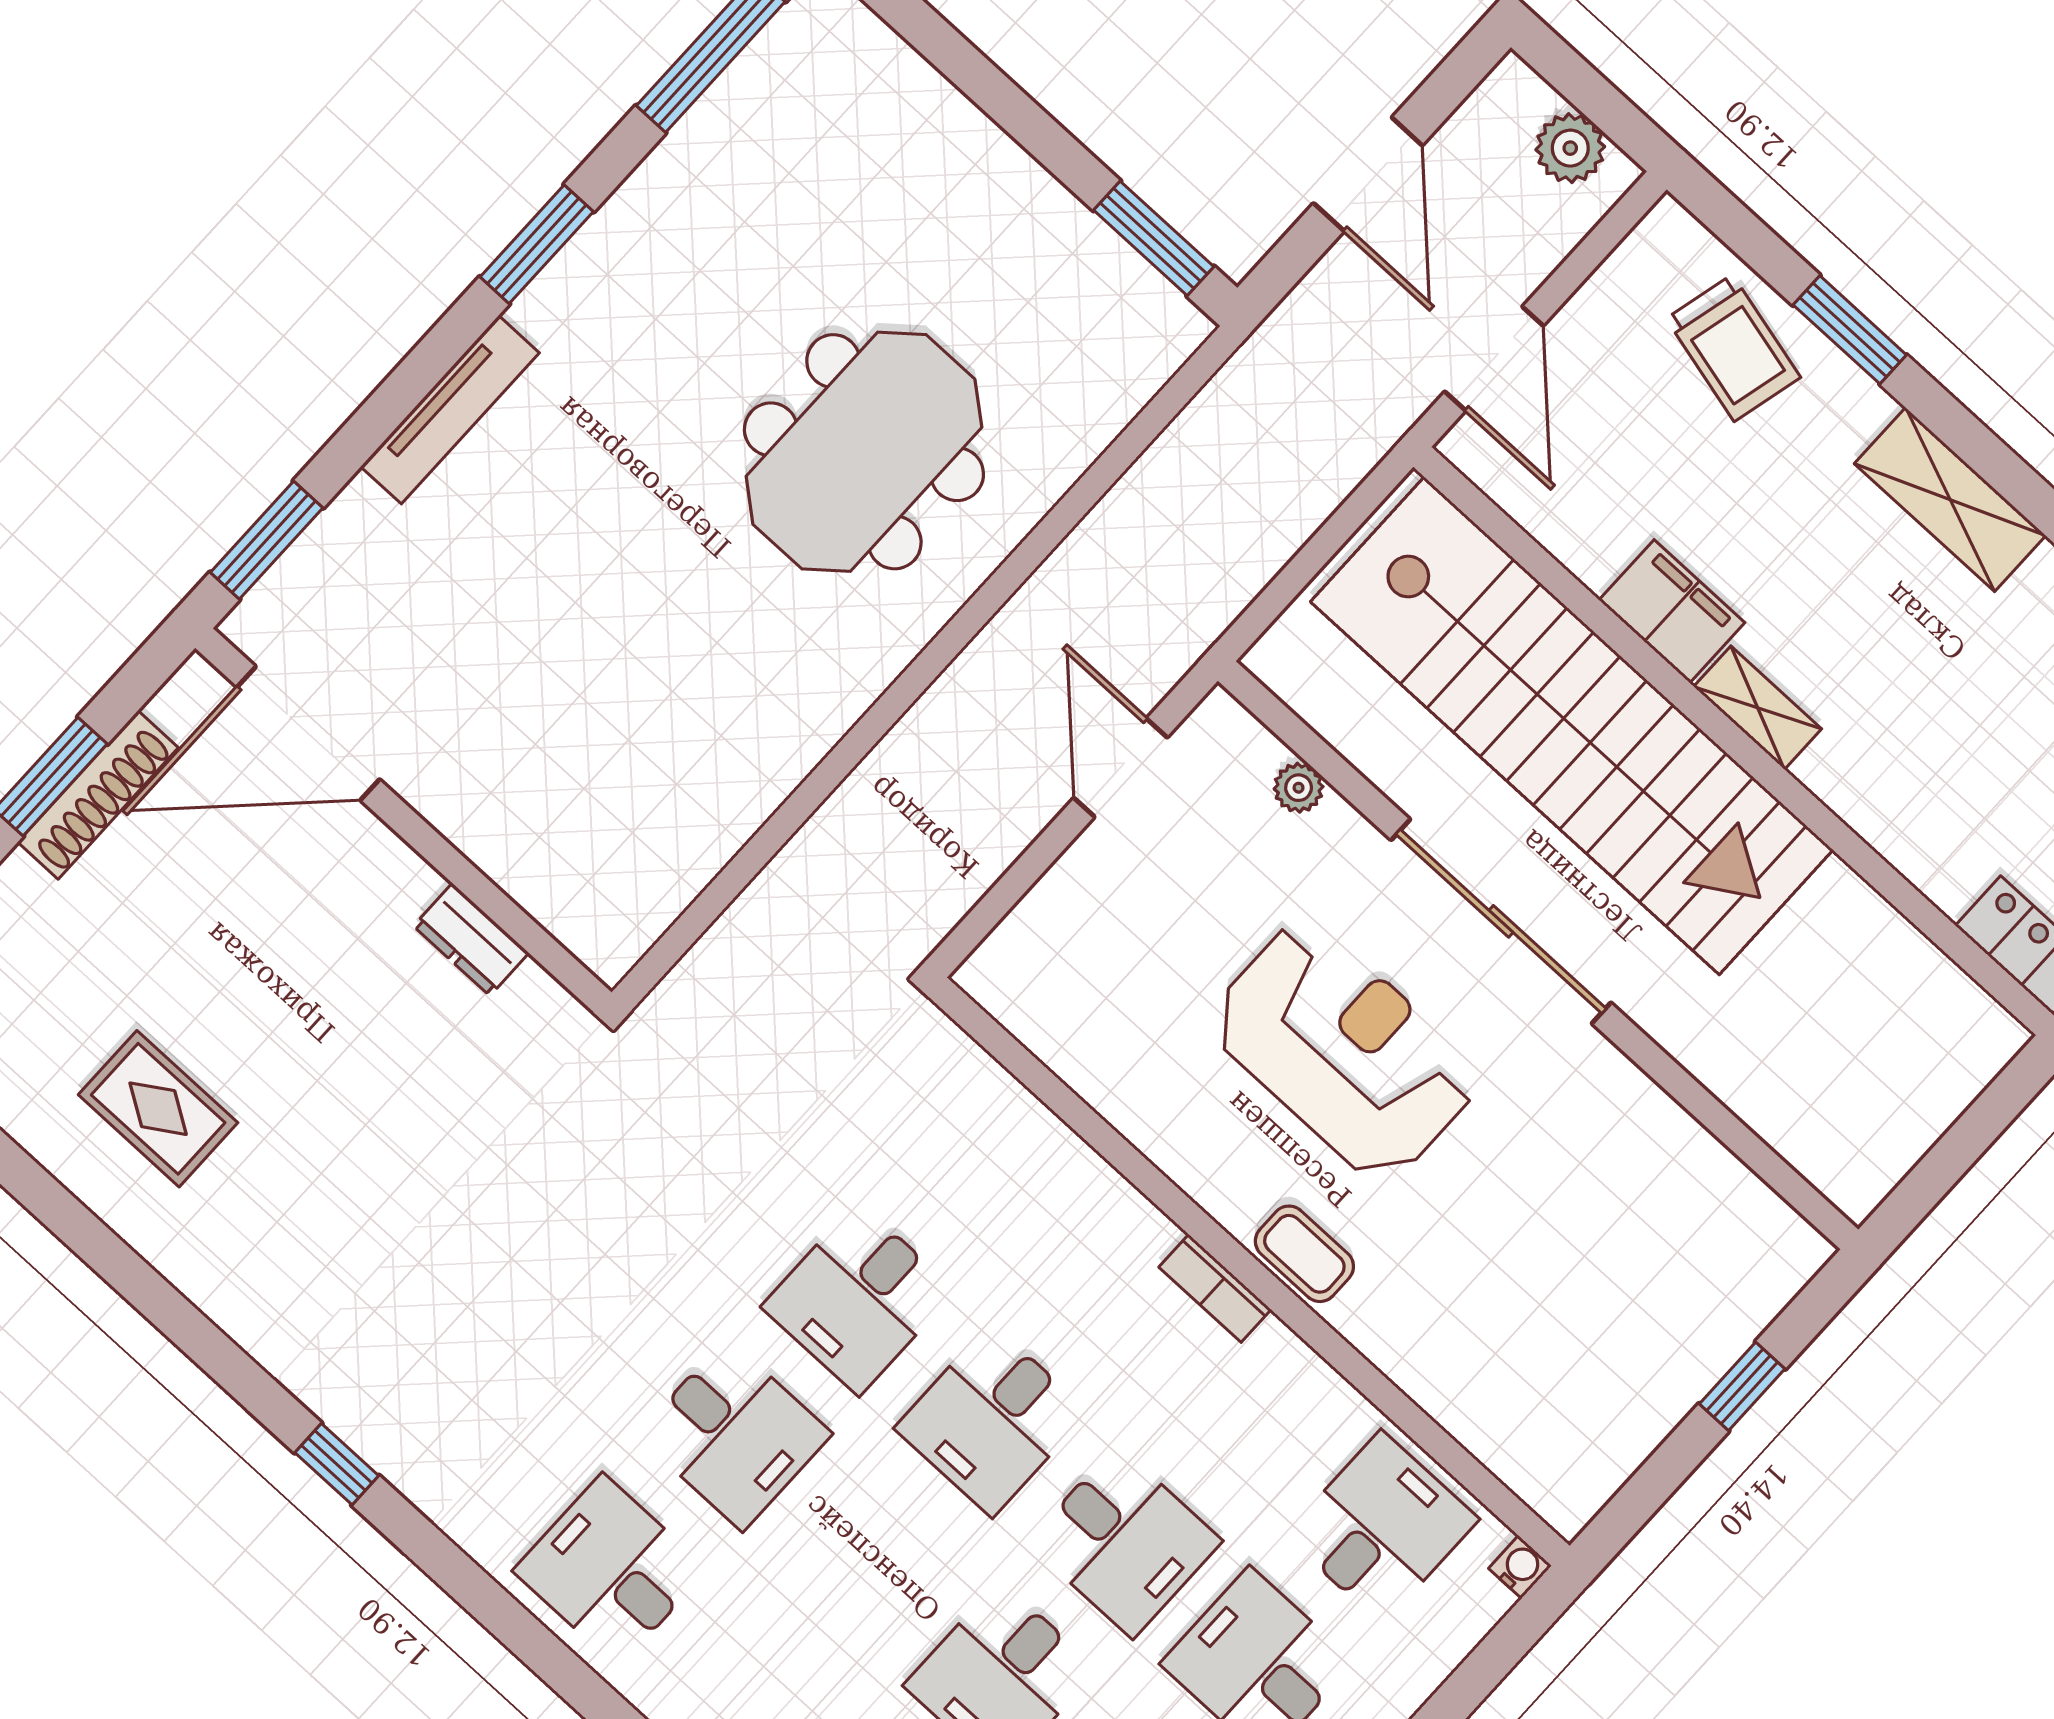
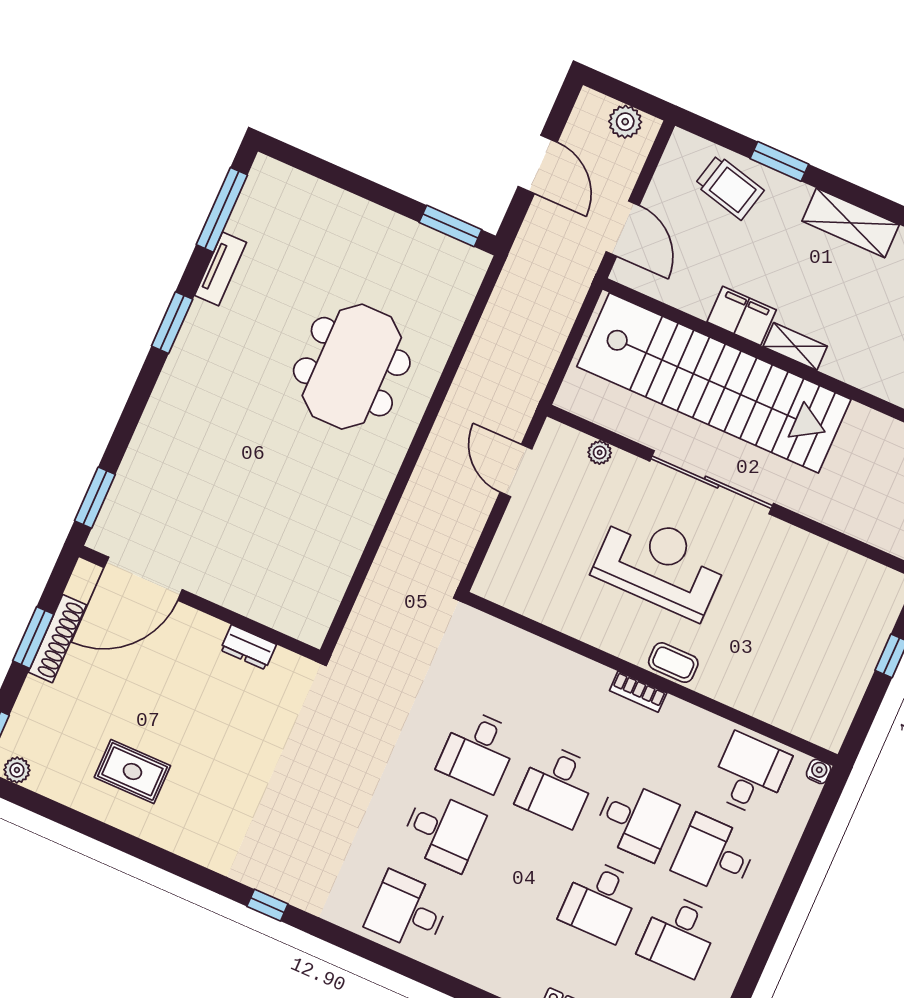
tv unit: (450, 410) -> (221, 269), moved, width x0.71

